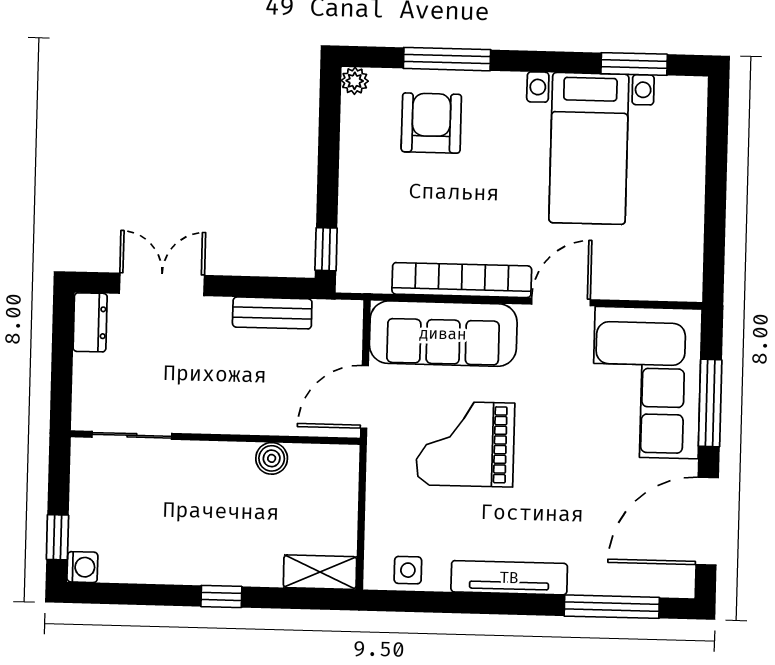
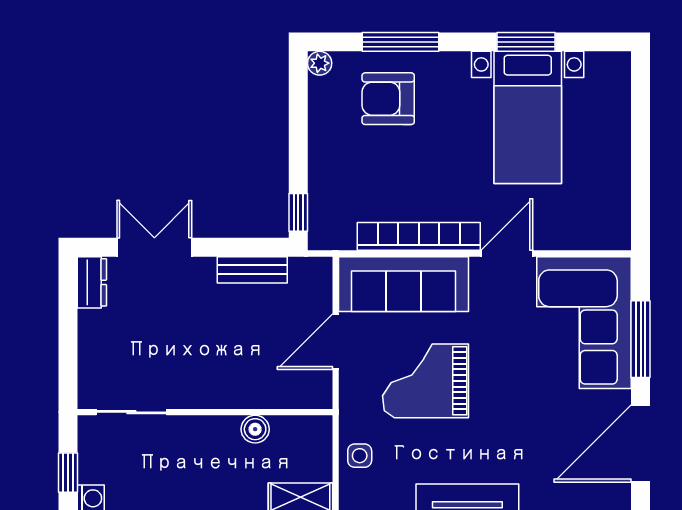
window: (634, 64) -> (526, 42), moved
armchair: (431, 123) -> (388, 99), turned -90
sliding door: (132, 435) -> (131, 412), moved
wall: (215, 438) -> (205, 412), moved
boiler: (272, 458) -> (255, 429), moved
side table: (408, 570) -> (360, 456), moved

